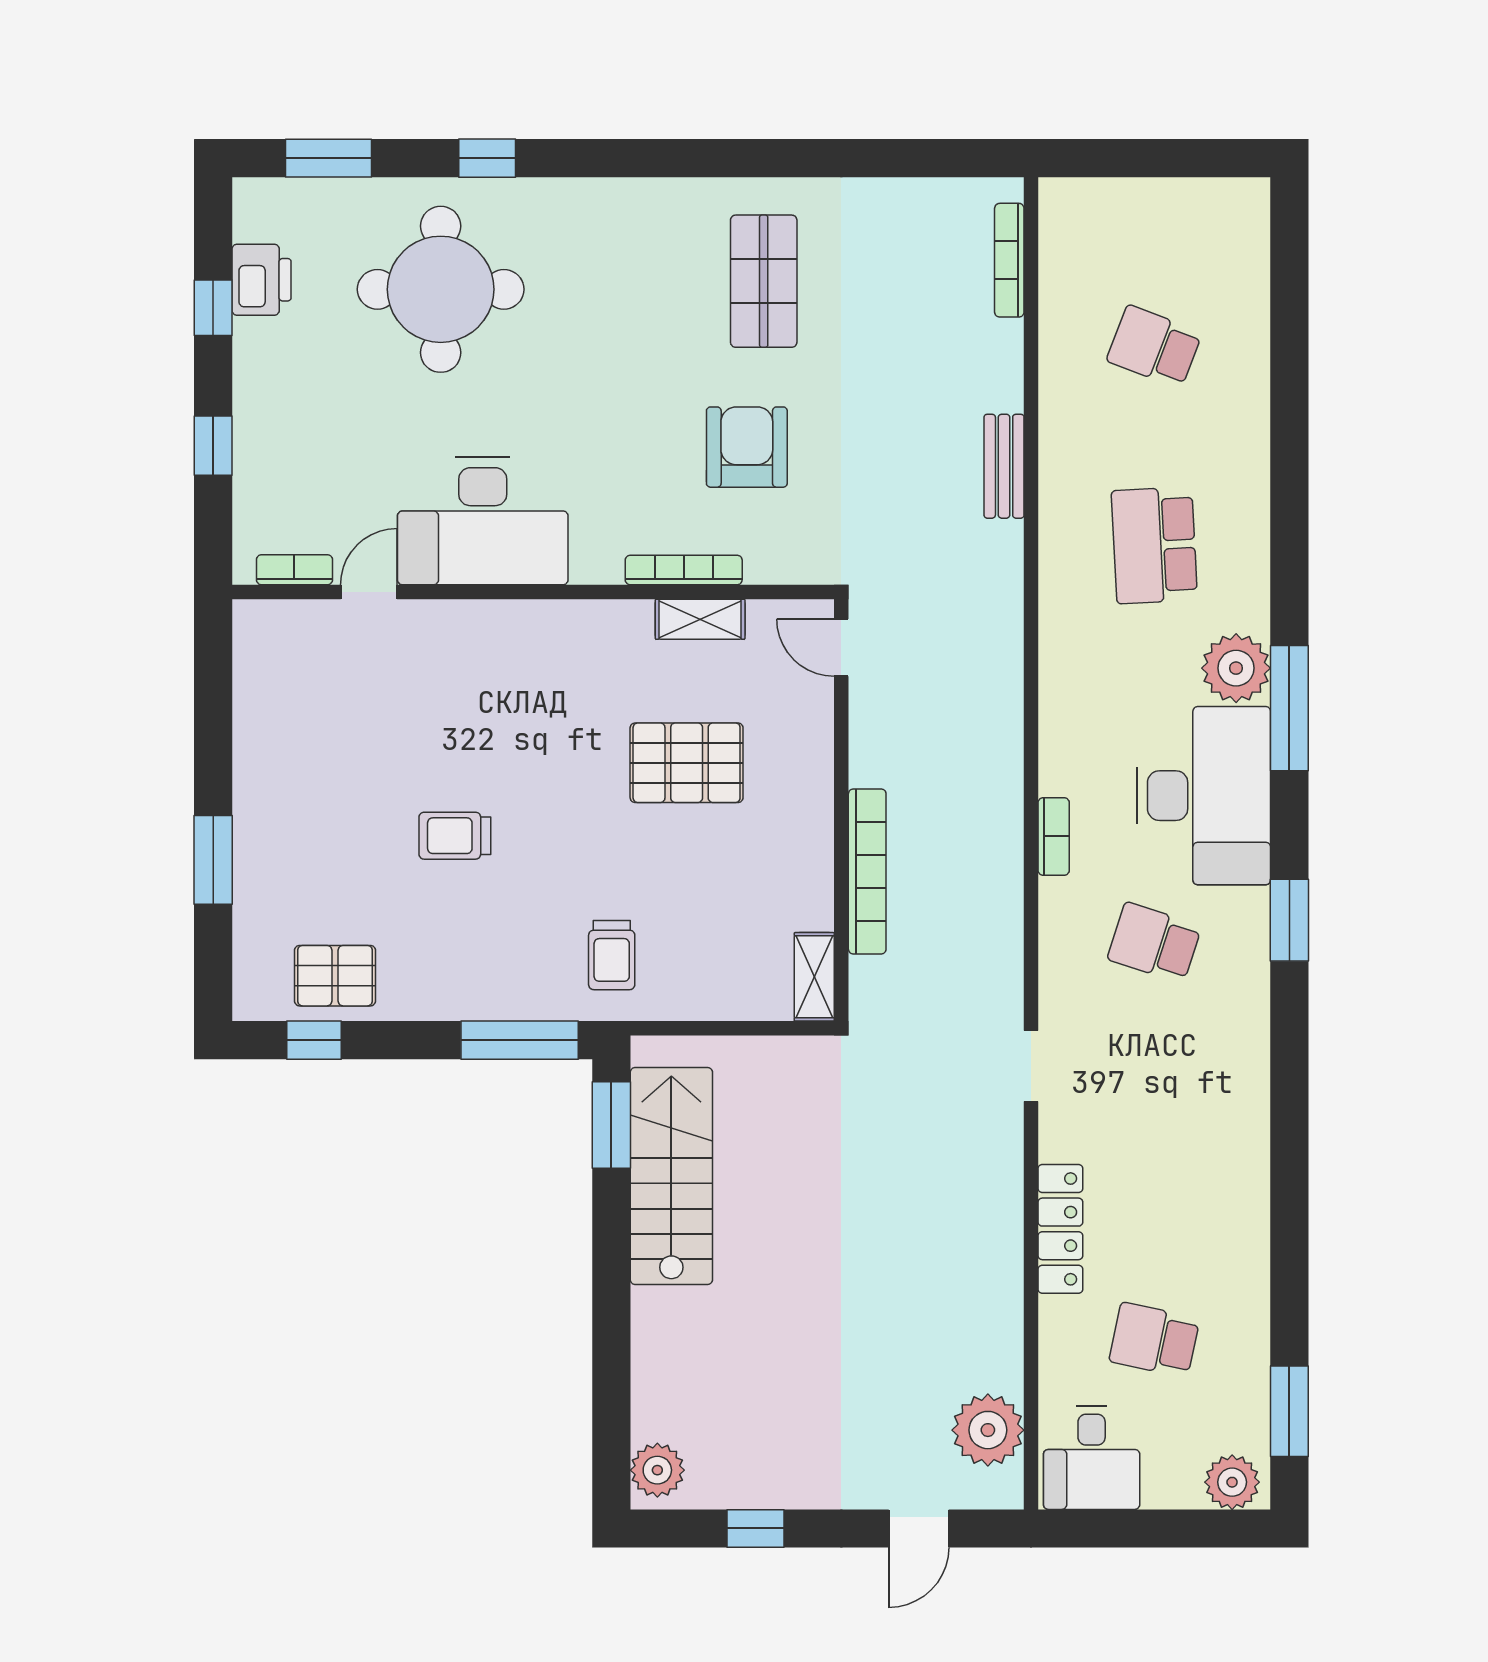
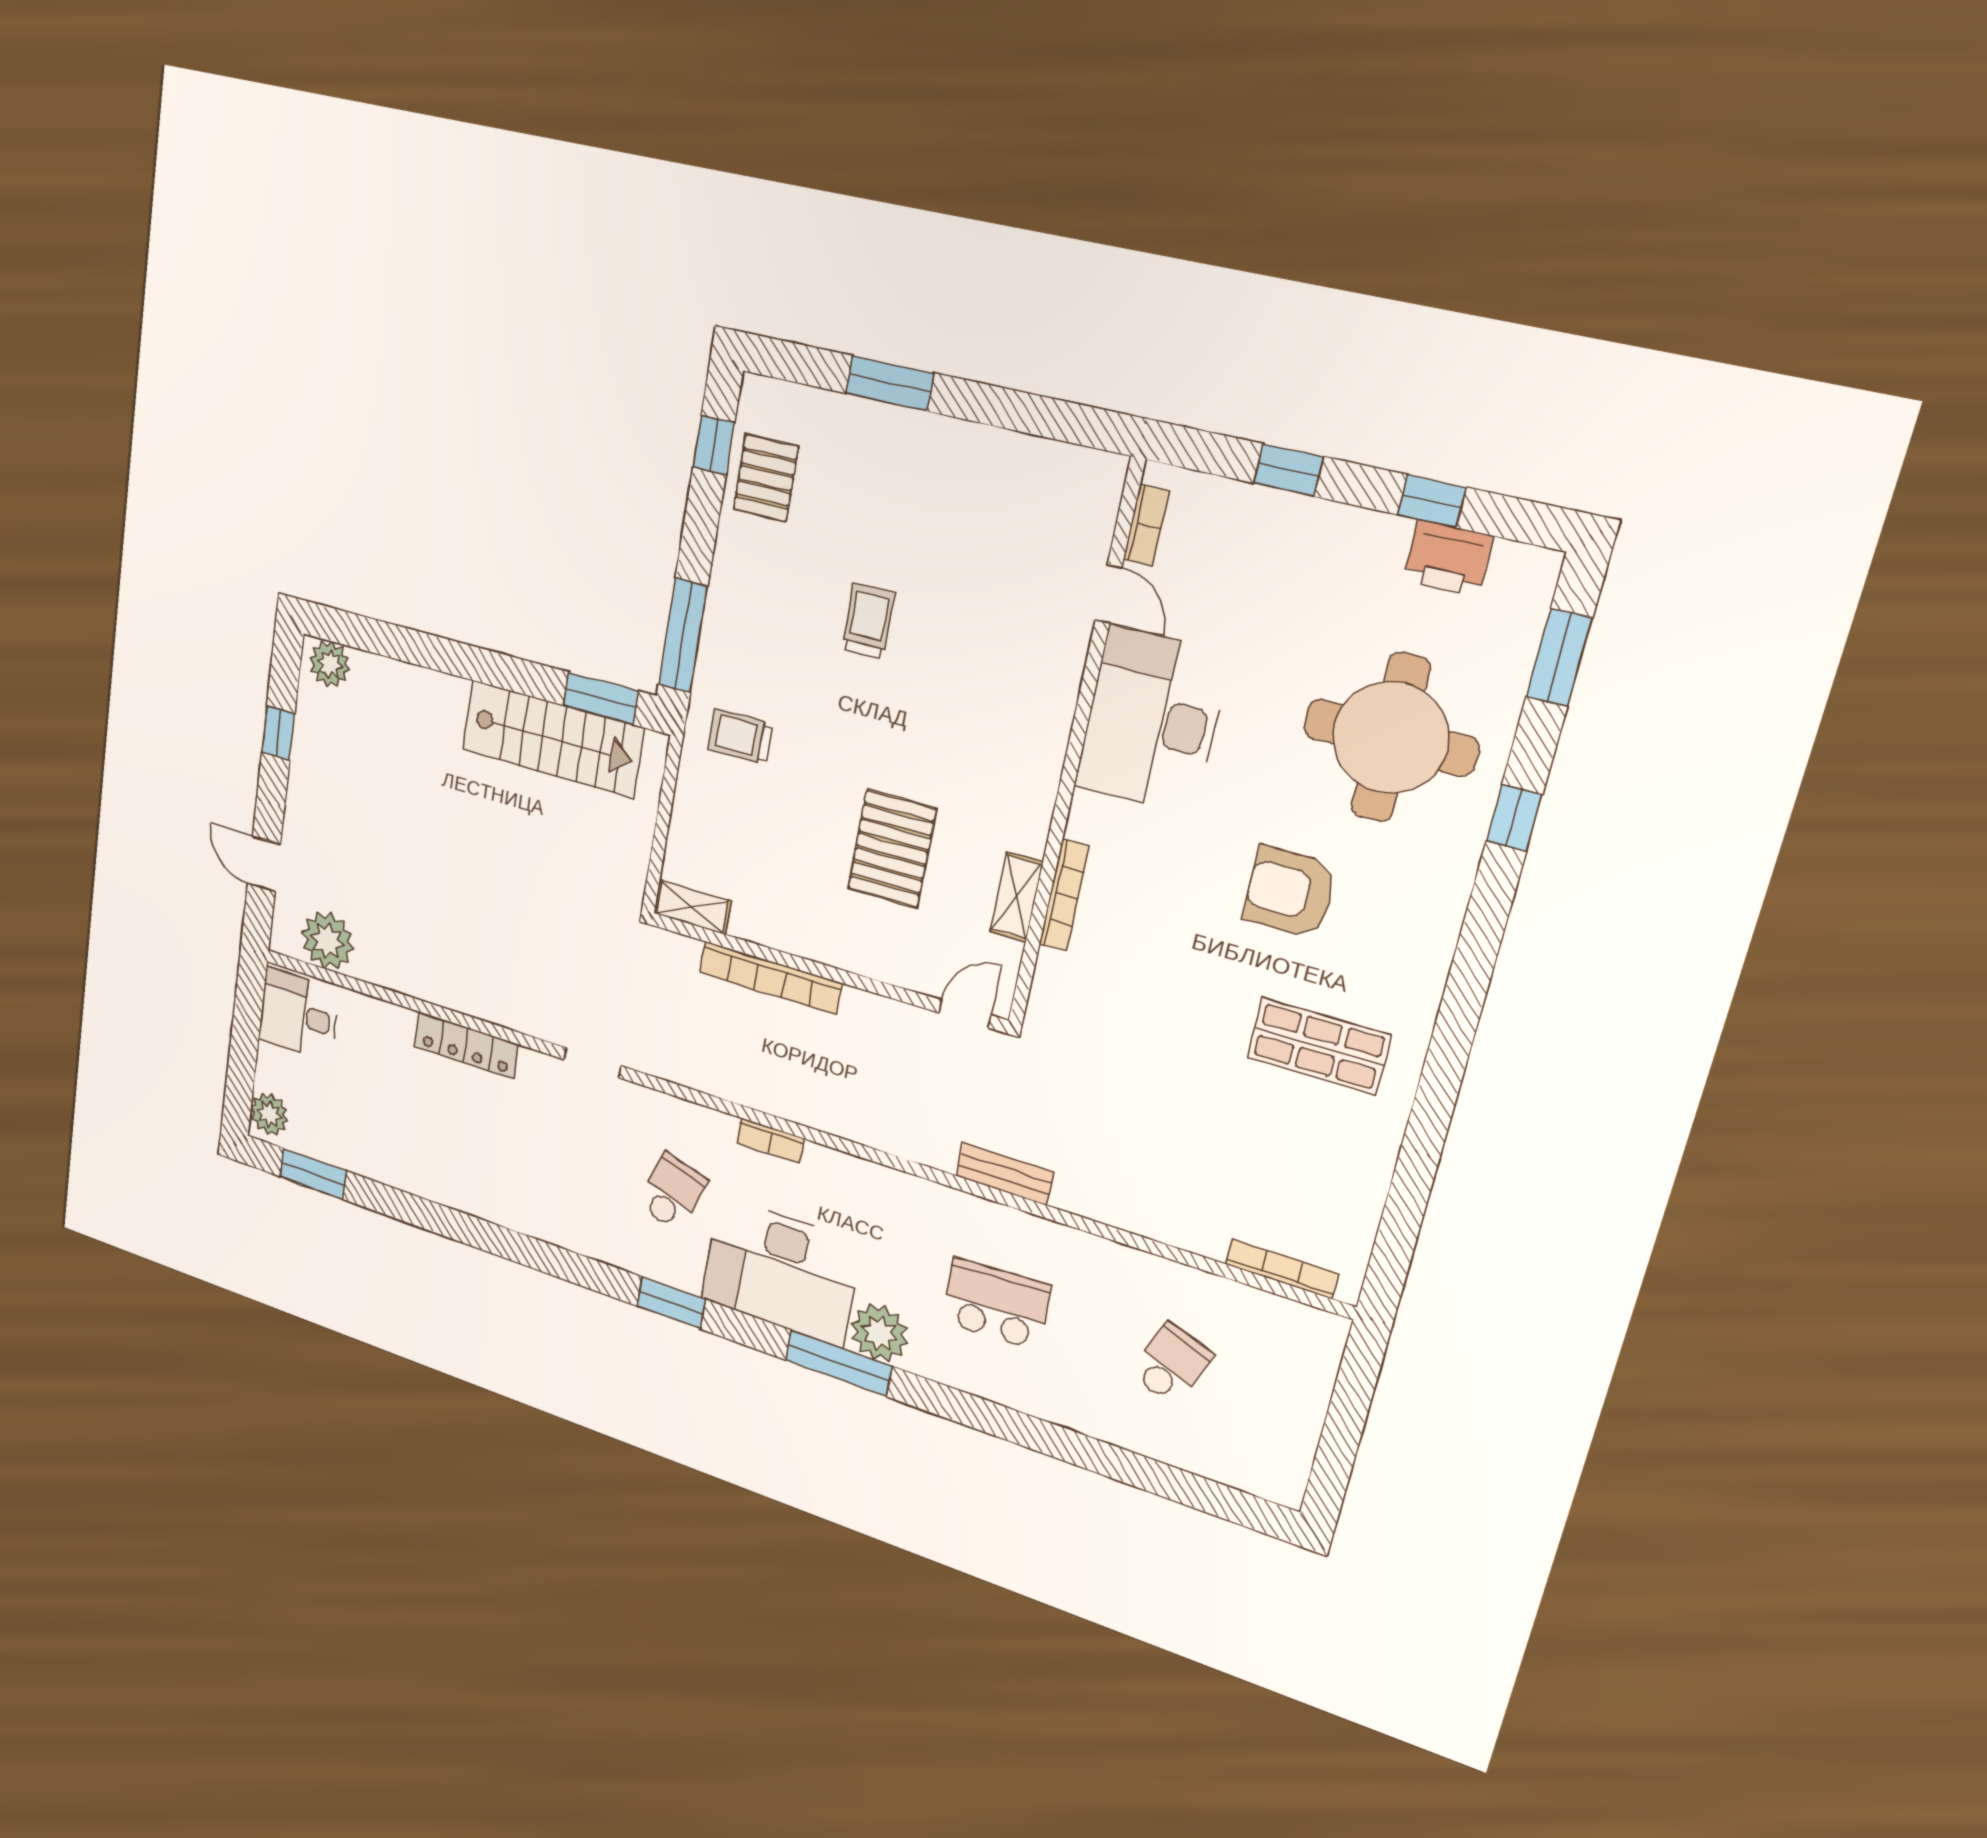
armchair: (747, 447) -> (1290, 892), moved, turned 180
bench: (1004, 466) -> (1005, 1174), moved
school desk: (1154, 1340) -> (376, 1090), removed

